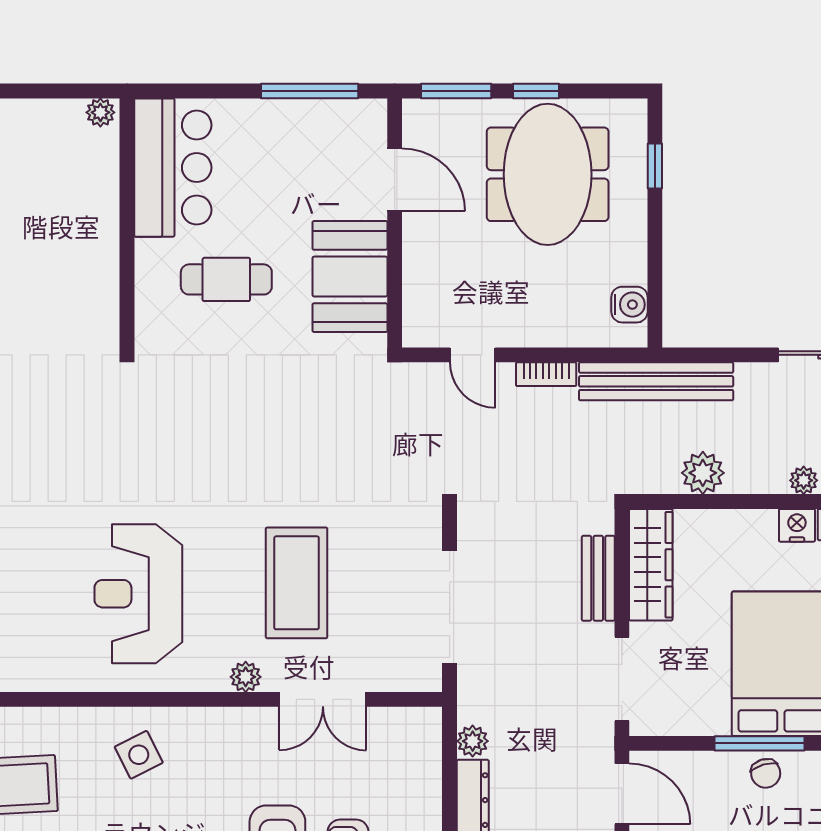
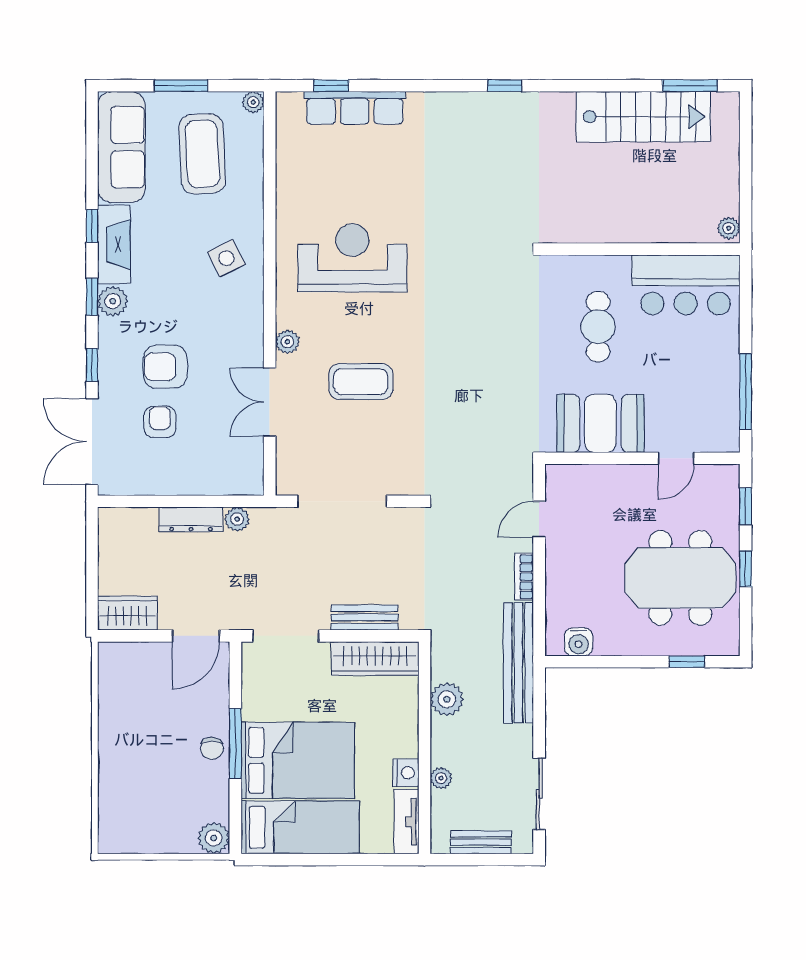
window: (456, 91) -> (746, 506), width x0.67
door: (395, 180) -> (676, 458), width x0.73
coffee table: (297, 583) -> (361, 382), width x0.73, depth x0.76
chair: (766, 773) -> (212, 748), turned -73

